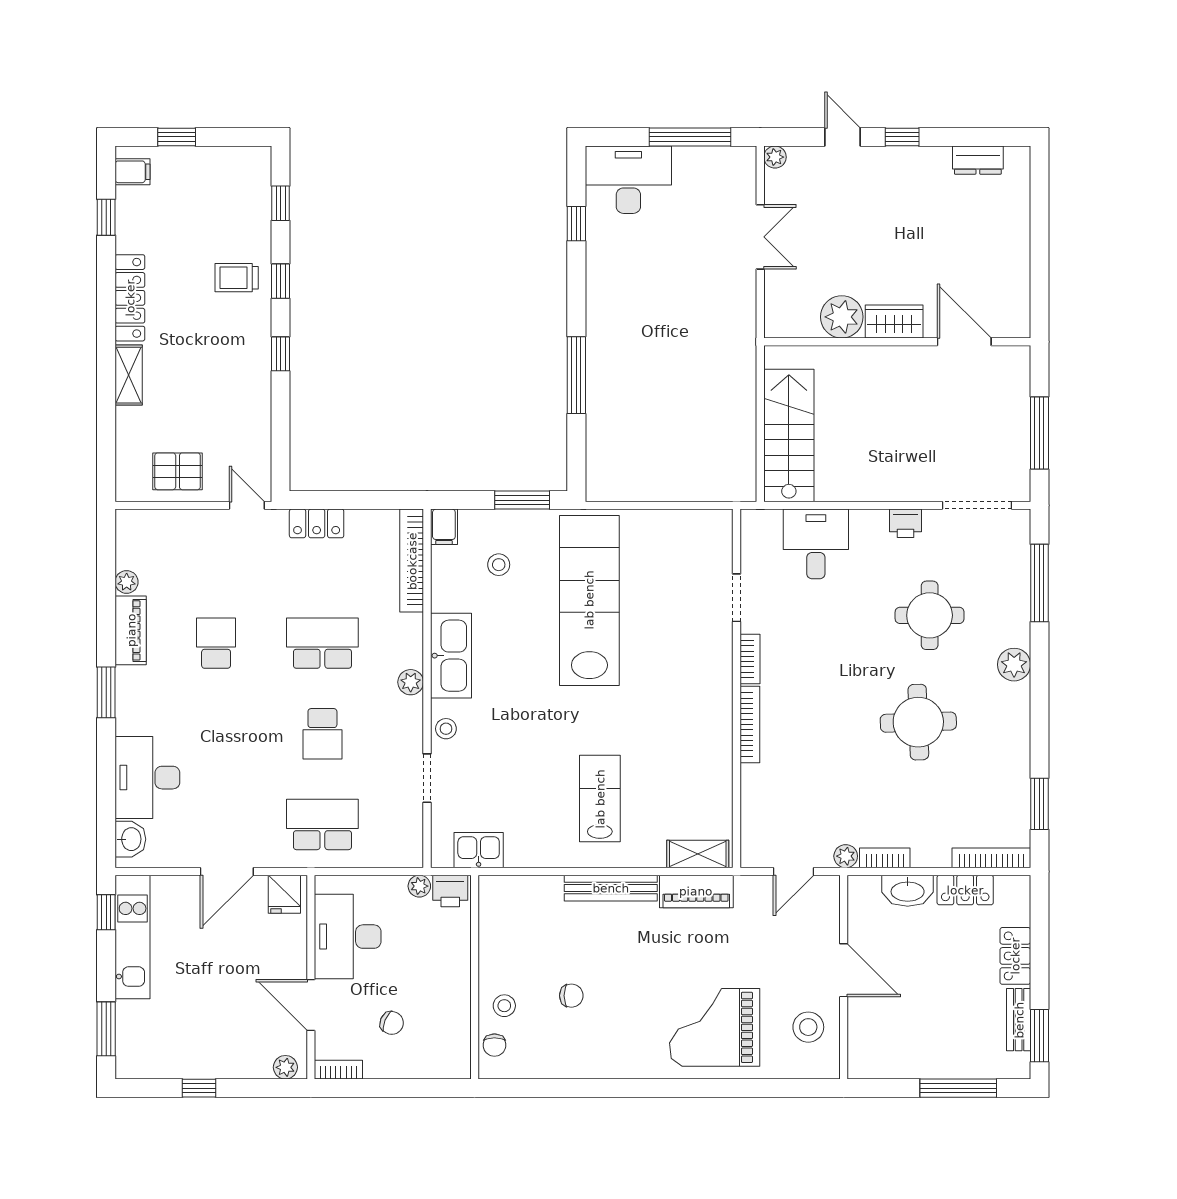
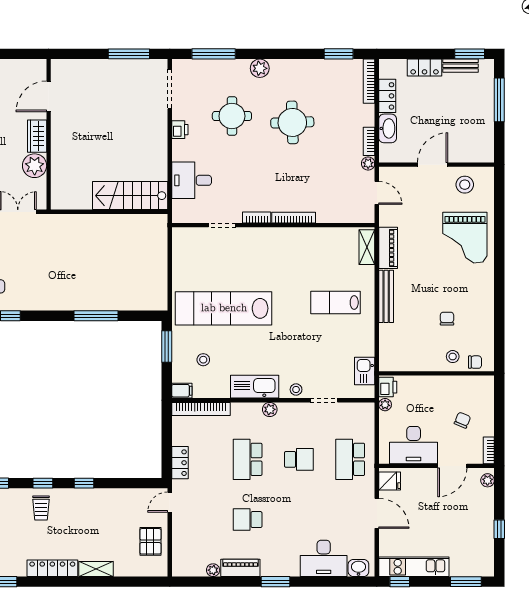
plant: (842, 317) -> (35, 166), moved
wardrobe: (894, 322) -> (37, 136), moved
wall: (897, 342) -> (49, 134), moved
door: (964, 342) -> (49, 96), moved

